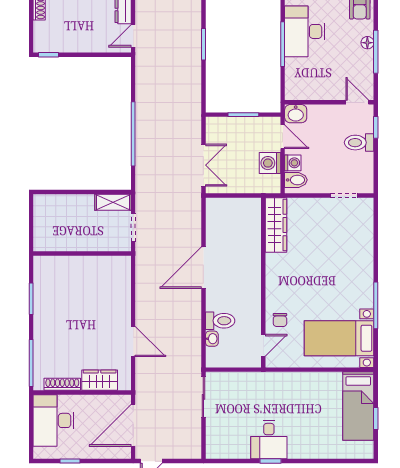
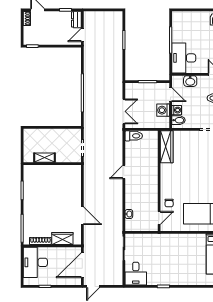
desk: (305, 31) -> (184, 58), moved
washbasin: (296, 114) -> (190, 81), moved
shelving: (113, 202) -> (45, 158), moved
door: (203, 268) -> (124, 172), width x0.53
toilet: (220, 321) -> (134, 136), moved
desk: (269, 440) -> (136, 274), moved

